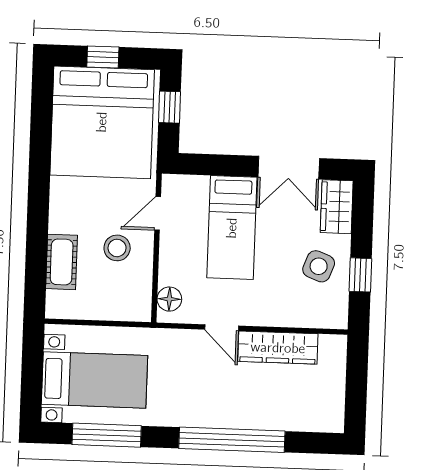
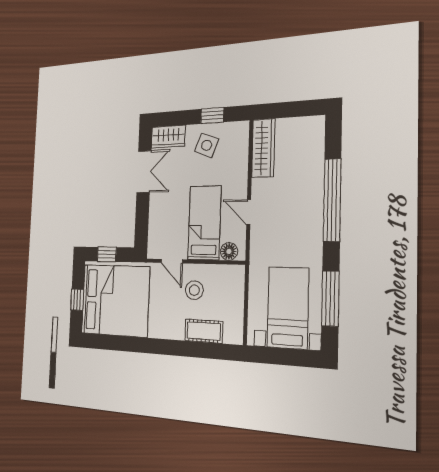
bed: (232, 228) -> (204, 223), moved, turned -90
door: (222, 328) -> (249, 212), swing flipped
wardrobe: (278, 348) -> (263, 148), moved

